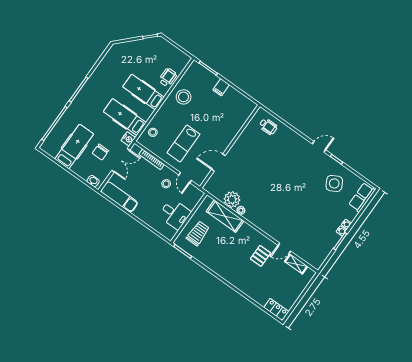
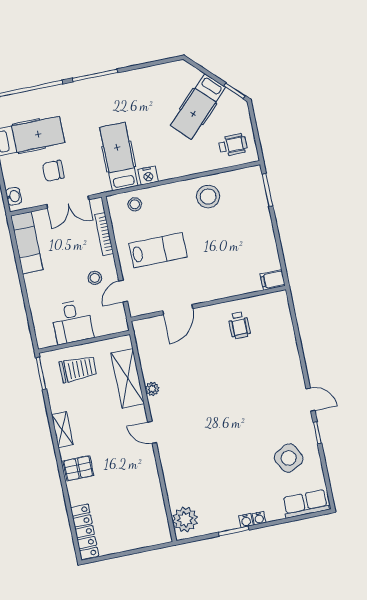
wheelchair: (168, 77) -> (233, 145), moved
filing cabinet: (221, 87) -> (273, 280), moved
hospital bed: (143, 92) -> (198, 106), moved, turned -135
wheelchair: (268, 126) -> (239, 325), moved
nightstand: (128, 139) -> (148, 175), moved
lab bench: (184, 143) -> (158, 250), turned 180
door: (218, 163) -> (178, 310), swing flipped
plant: (232, 199) -> (185, 519), moved
door: (284, 248) -> (152, 432), moved
pallet: (260, 256) -> (78, 468), moved
shelving: (296, 264) -> (62, 430), moved
locker: (276, 309) -> (85, 532), width x1.53

